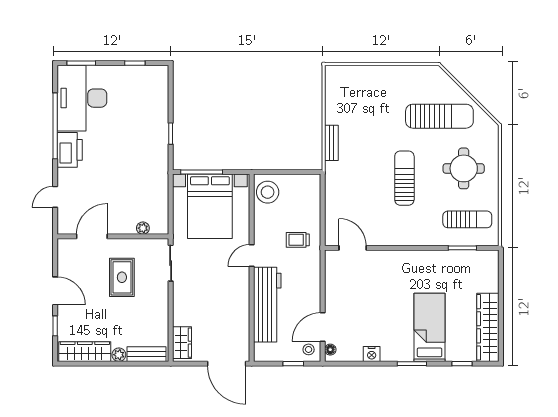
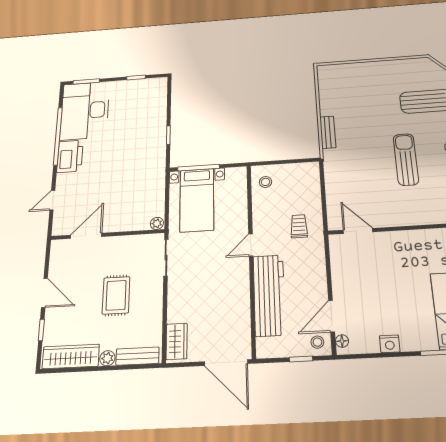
stool: (268, 192) -> (265, 182), width x0.53, depth x0.53
bed with nightstands: (210, 206) -> (197, 200), width x0.73
plant: (143, 228) -> (157, 223), moved
trolley: (298, 240) -> (299, 226), turned 90
rug: (122, 277) -> (116, 295), moved

